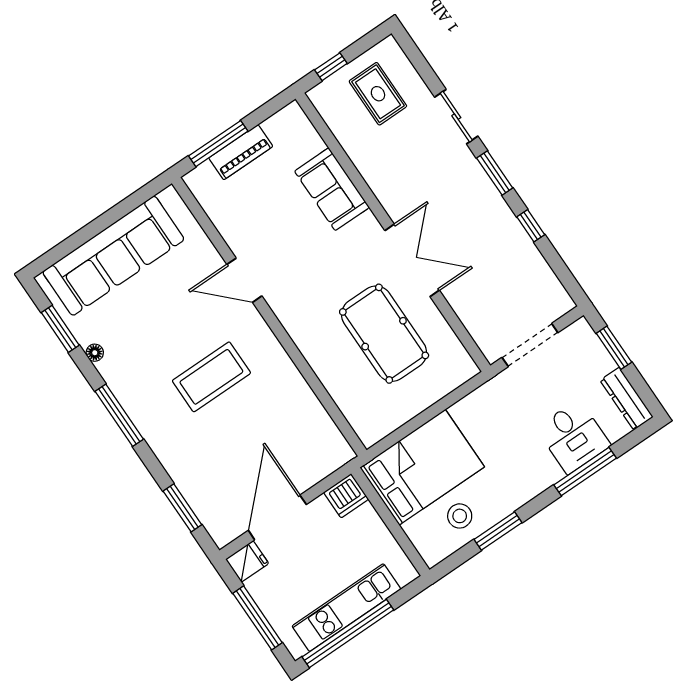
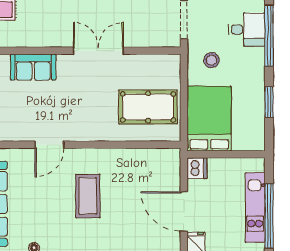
pool table: (384, 334) -> (148, 107), moved
window: (585, 472) -> (269, 36), width x1.46
stool: (460, 516) -> (212, 60), moved

